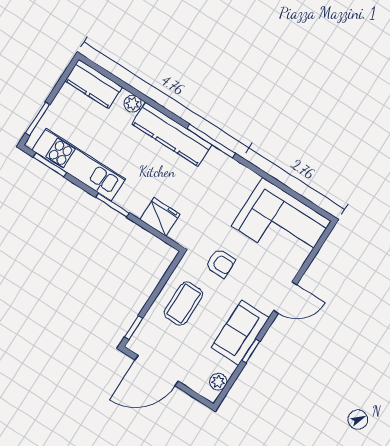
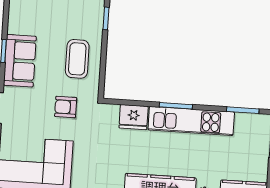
kitchen unit: (79, 165) -> (191, 121), moved
plant: (218, 382) -> (16, 13), removed

